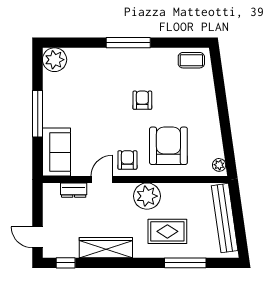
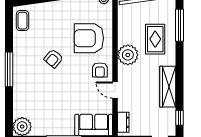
armchair: (142, 100) -> (54, 58), turned -50
armchair: (127, 160) -> (100, 70), turned -90
dresser: (74, 190) -> (123, 122), moved

